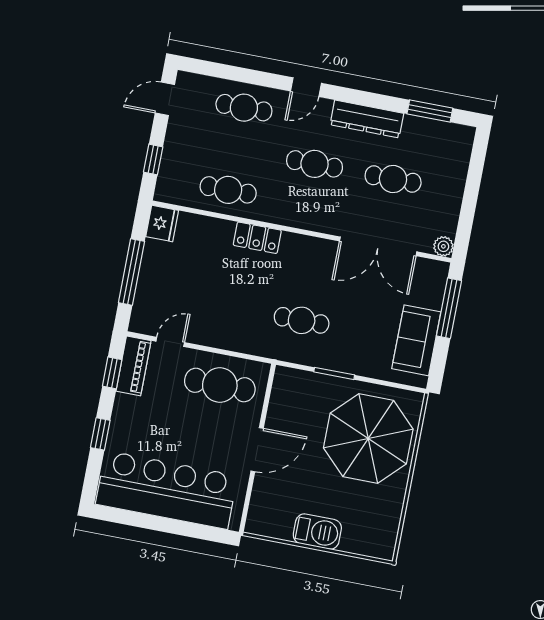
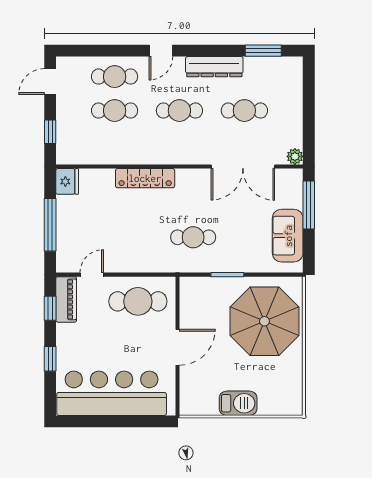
cafe table: (228, 190) -> (115, 111), moved
locker: (257, 238) -> (145, 178), width x1.53

